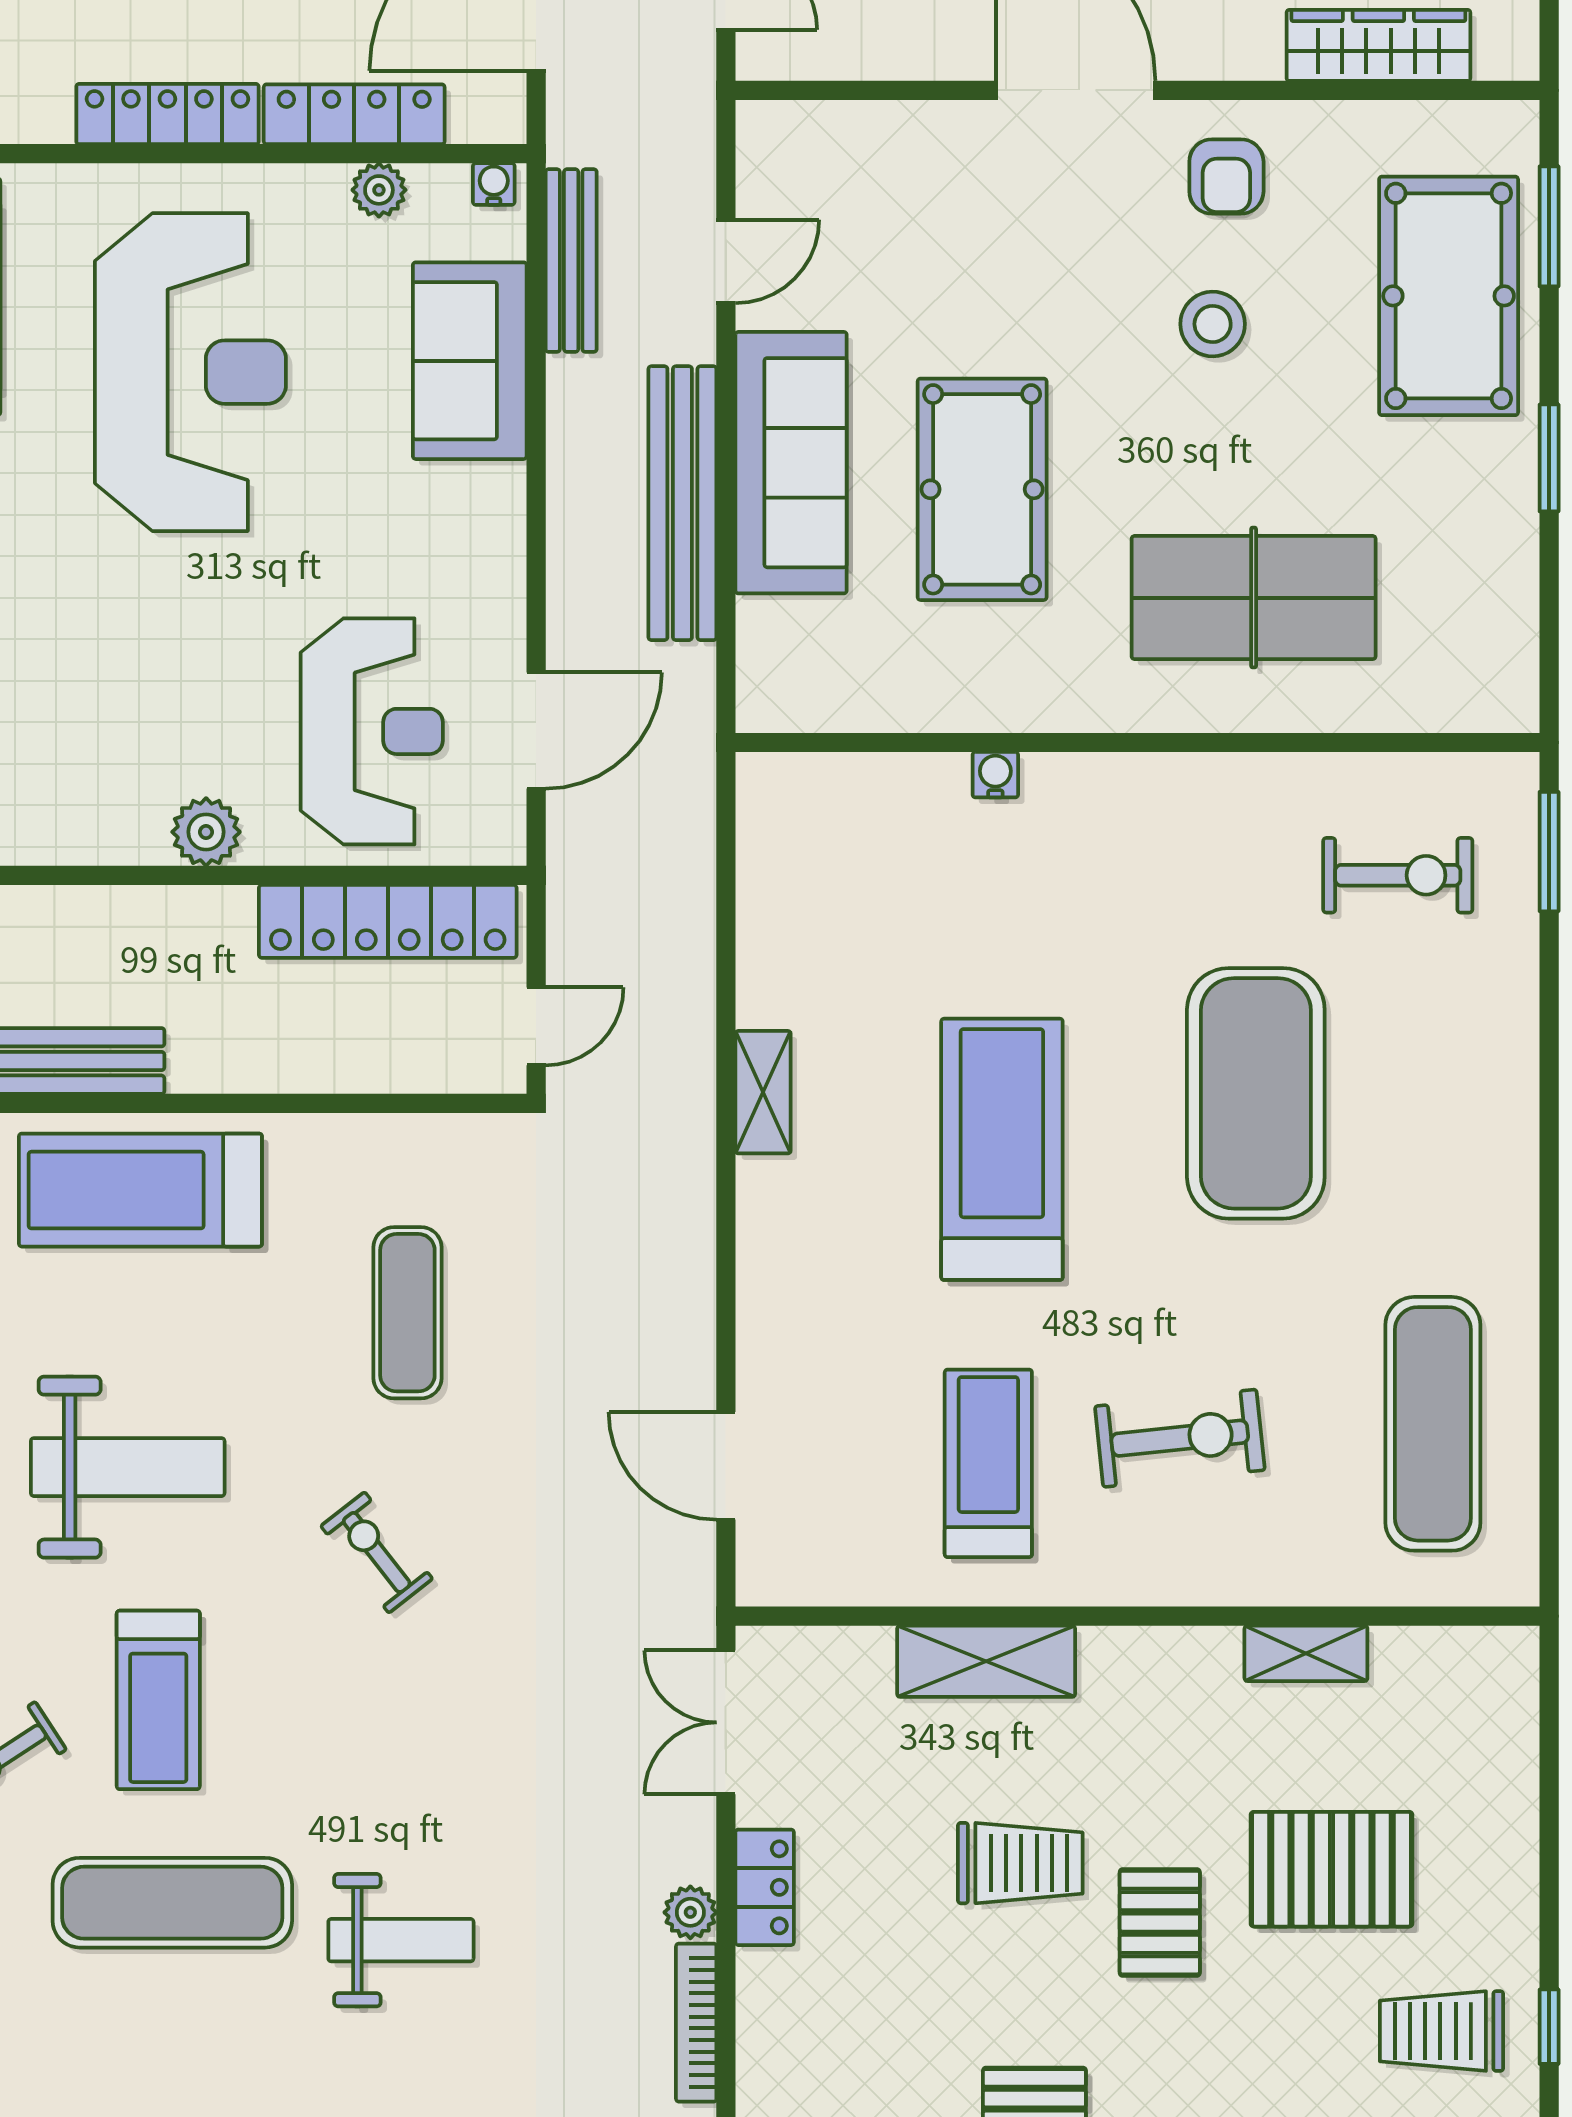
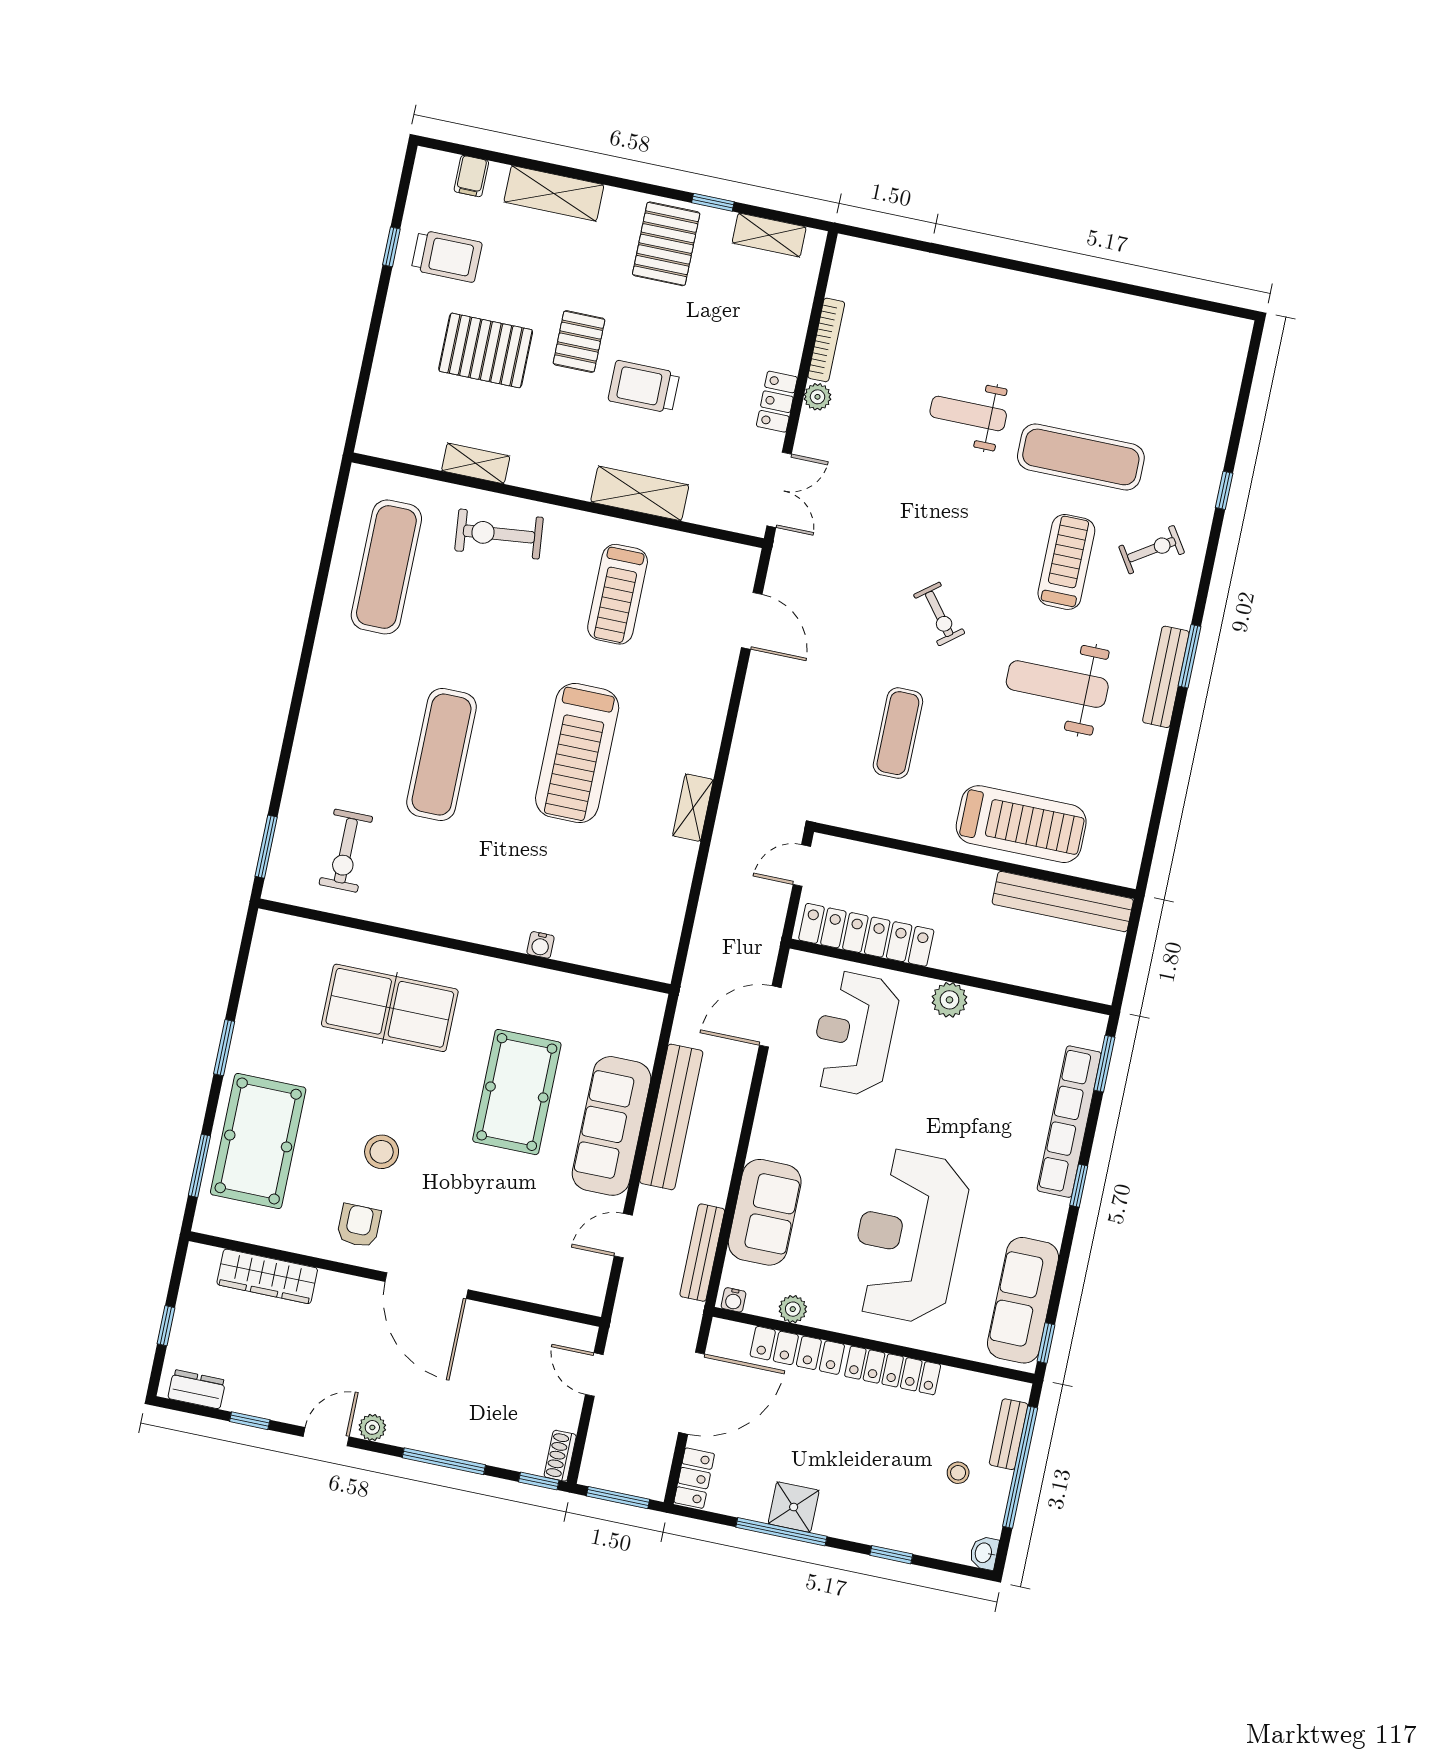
exercise bike: (1398, 875) -> (346, 851), turned -90
exercise mat: (1256, 1093) -> (442, 755), width x0.68
exercise bike: (1180, 1438) -> (499, 534), moved

